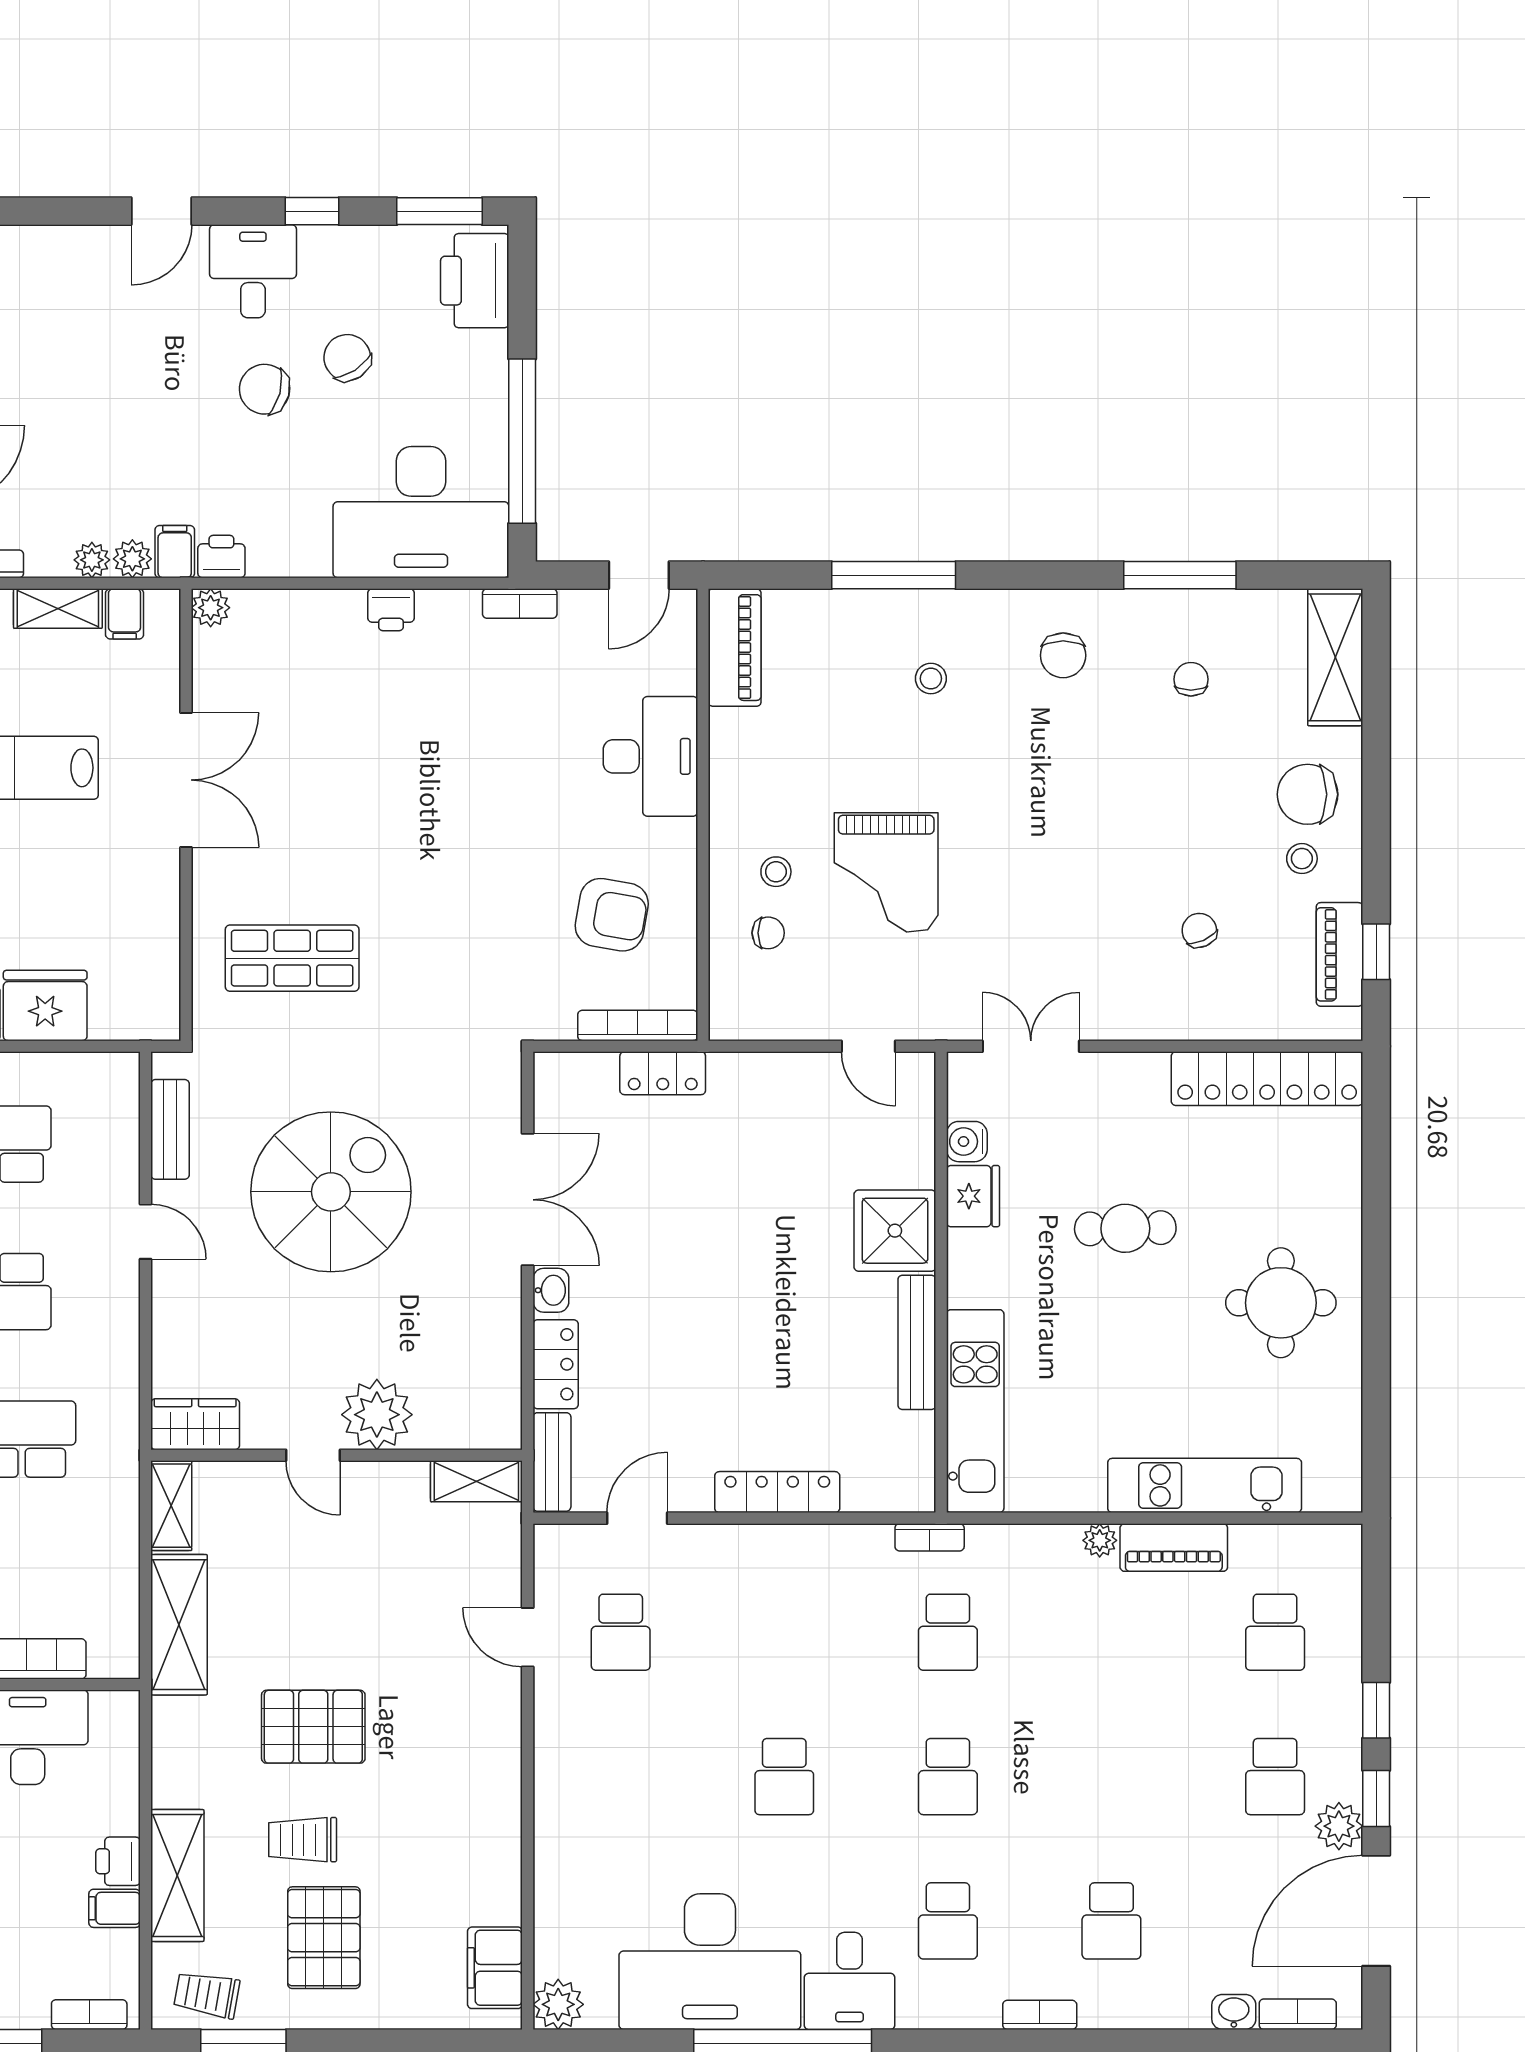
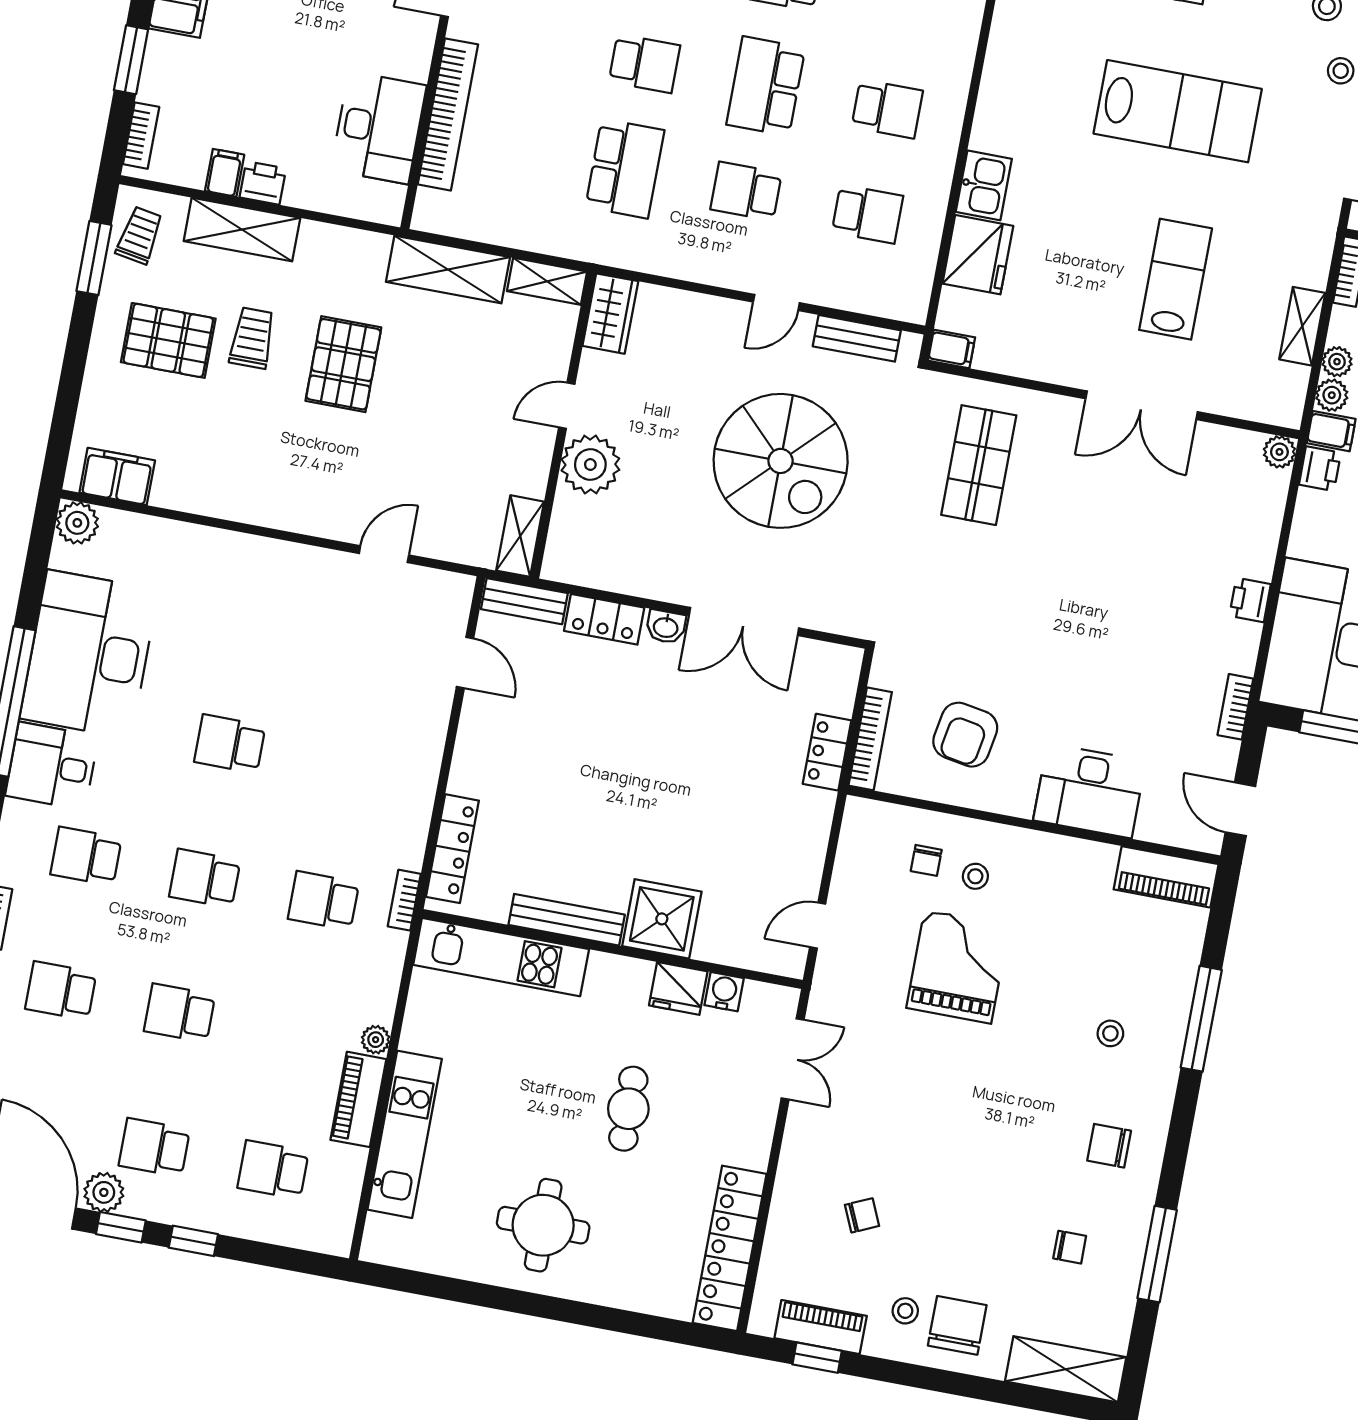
filing cabinet: (125, 614) -> (952, 349), moved, turned 180
grand piano: (886, 872) -> (958, 967), turned 90
locker: (777, 1492) -> (452, 849), moved
school desk: (621, 1632) -> (180, 1013), moved

